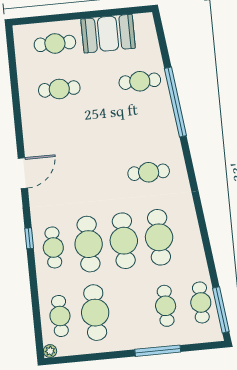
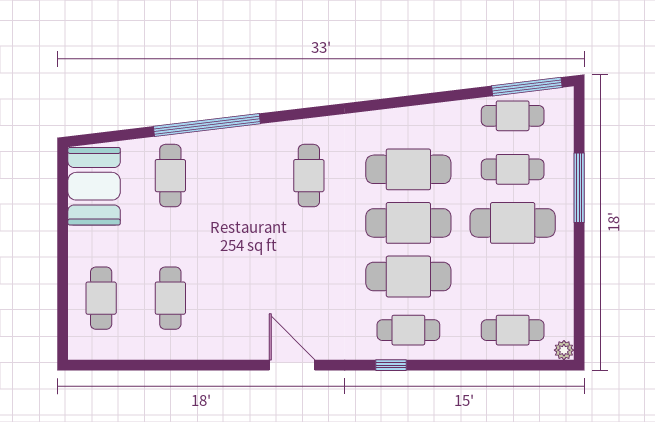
booth: (108, 34) -> (94, 186), moved
cafe table: (95, 313) -> (513, 223), moved

